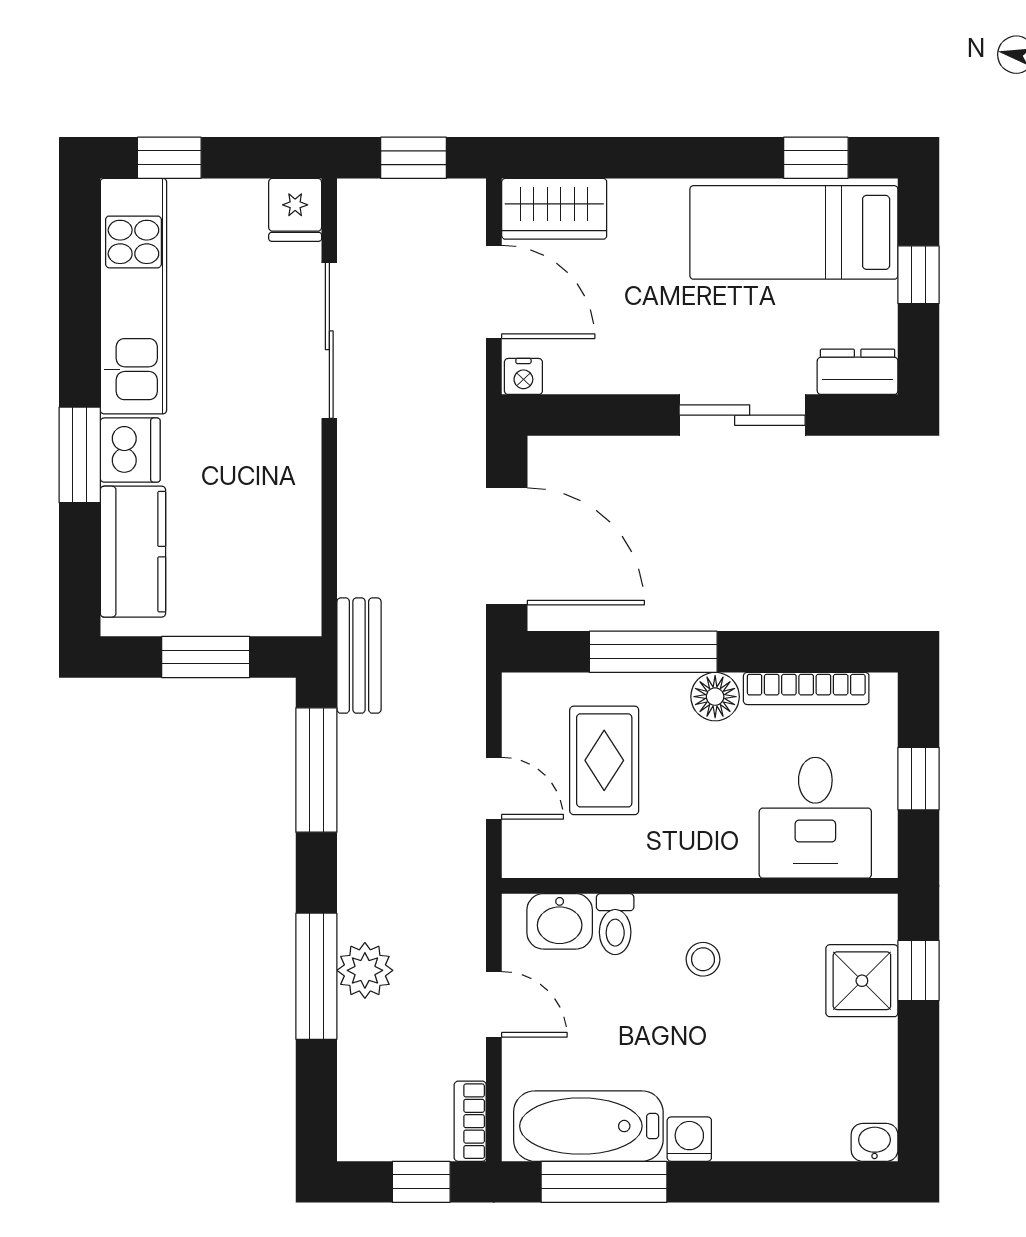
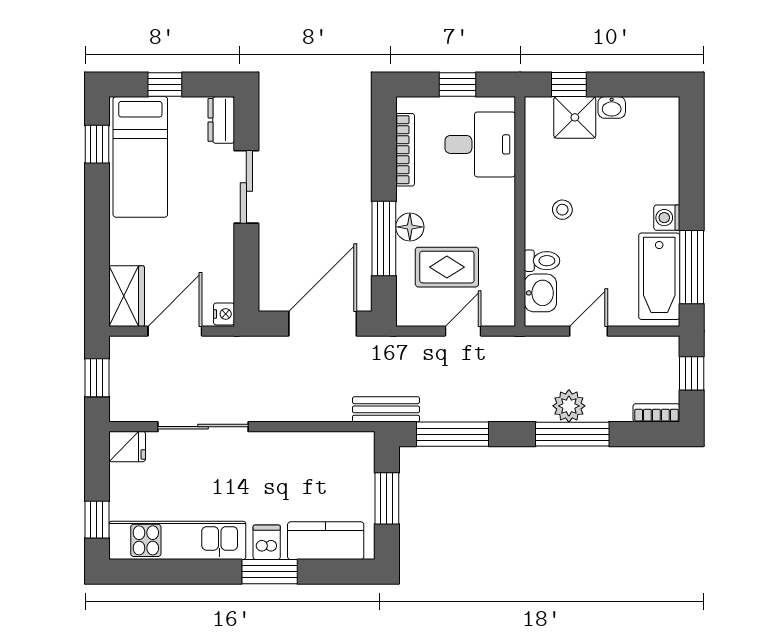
dishwasher: (130, 450) -> (267, 542), width x0.73
floor lamp: (715, 697) -> (410, 227), moved
bookcase: (470, 1121) -> (656, 413), moved, turned 180
washbasin: (875, 1142) -> (612, 107), moved, turned -90

